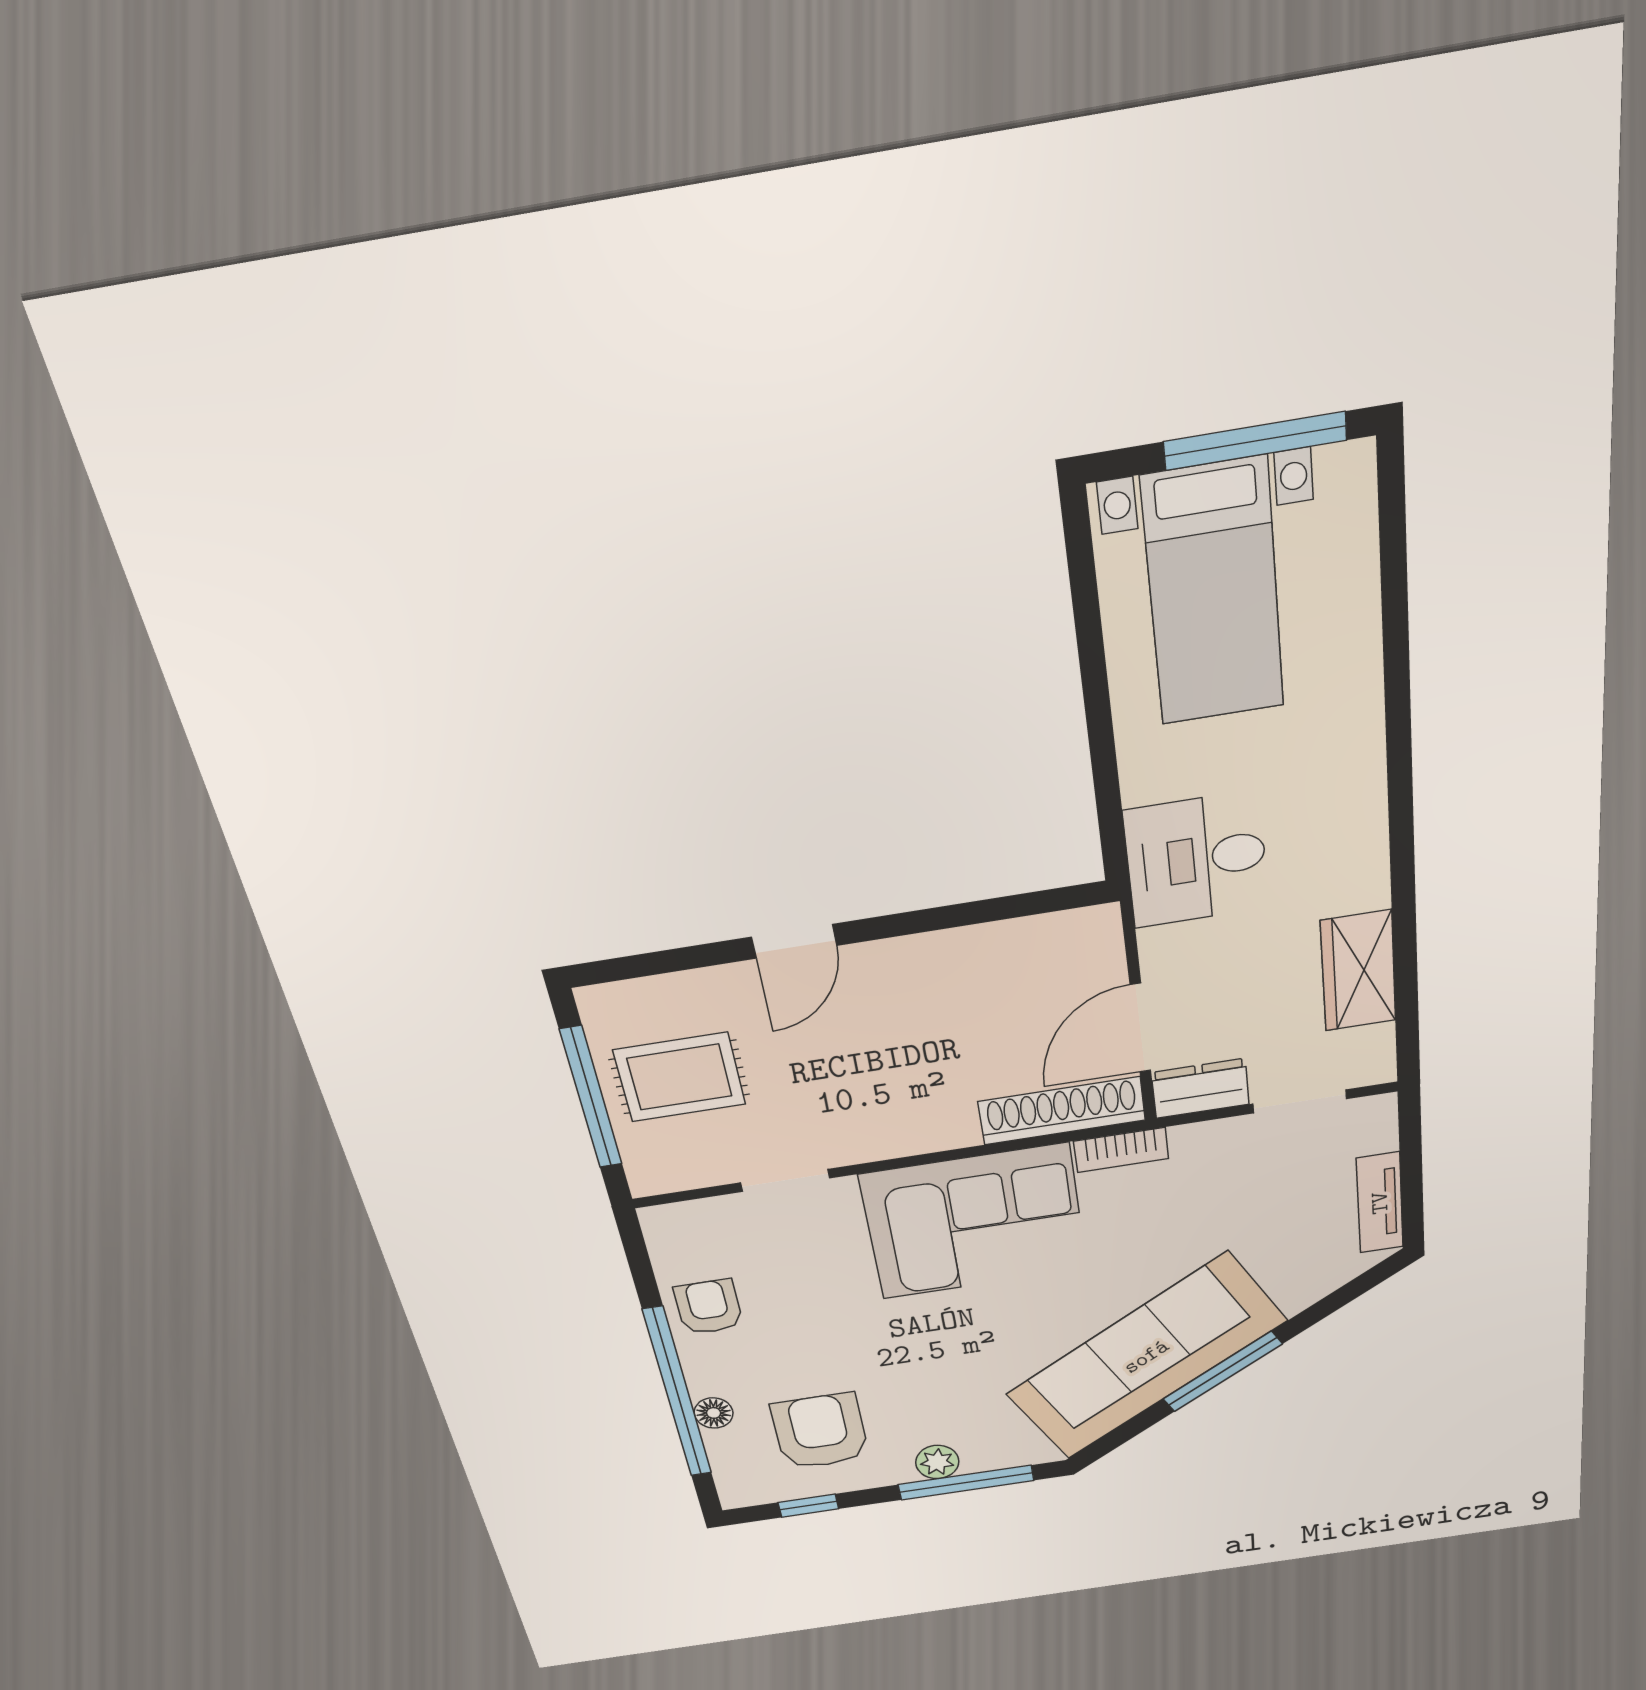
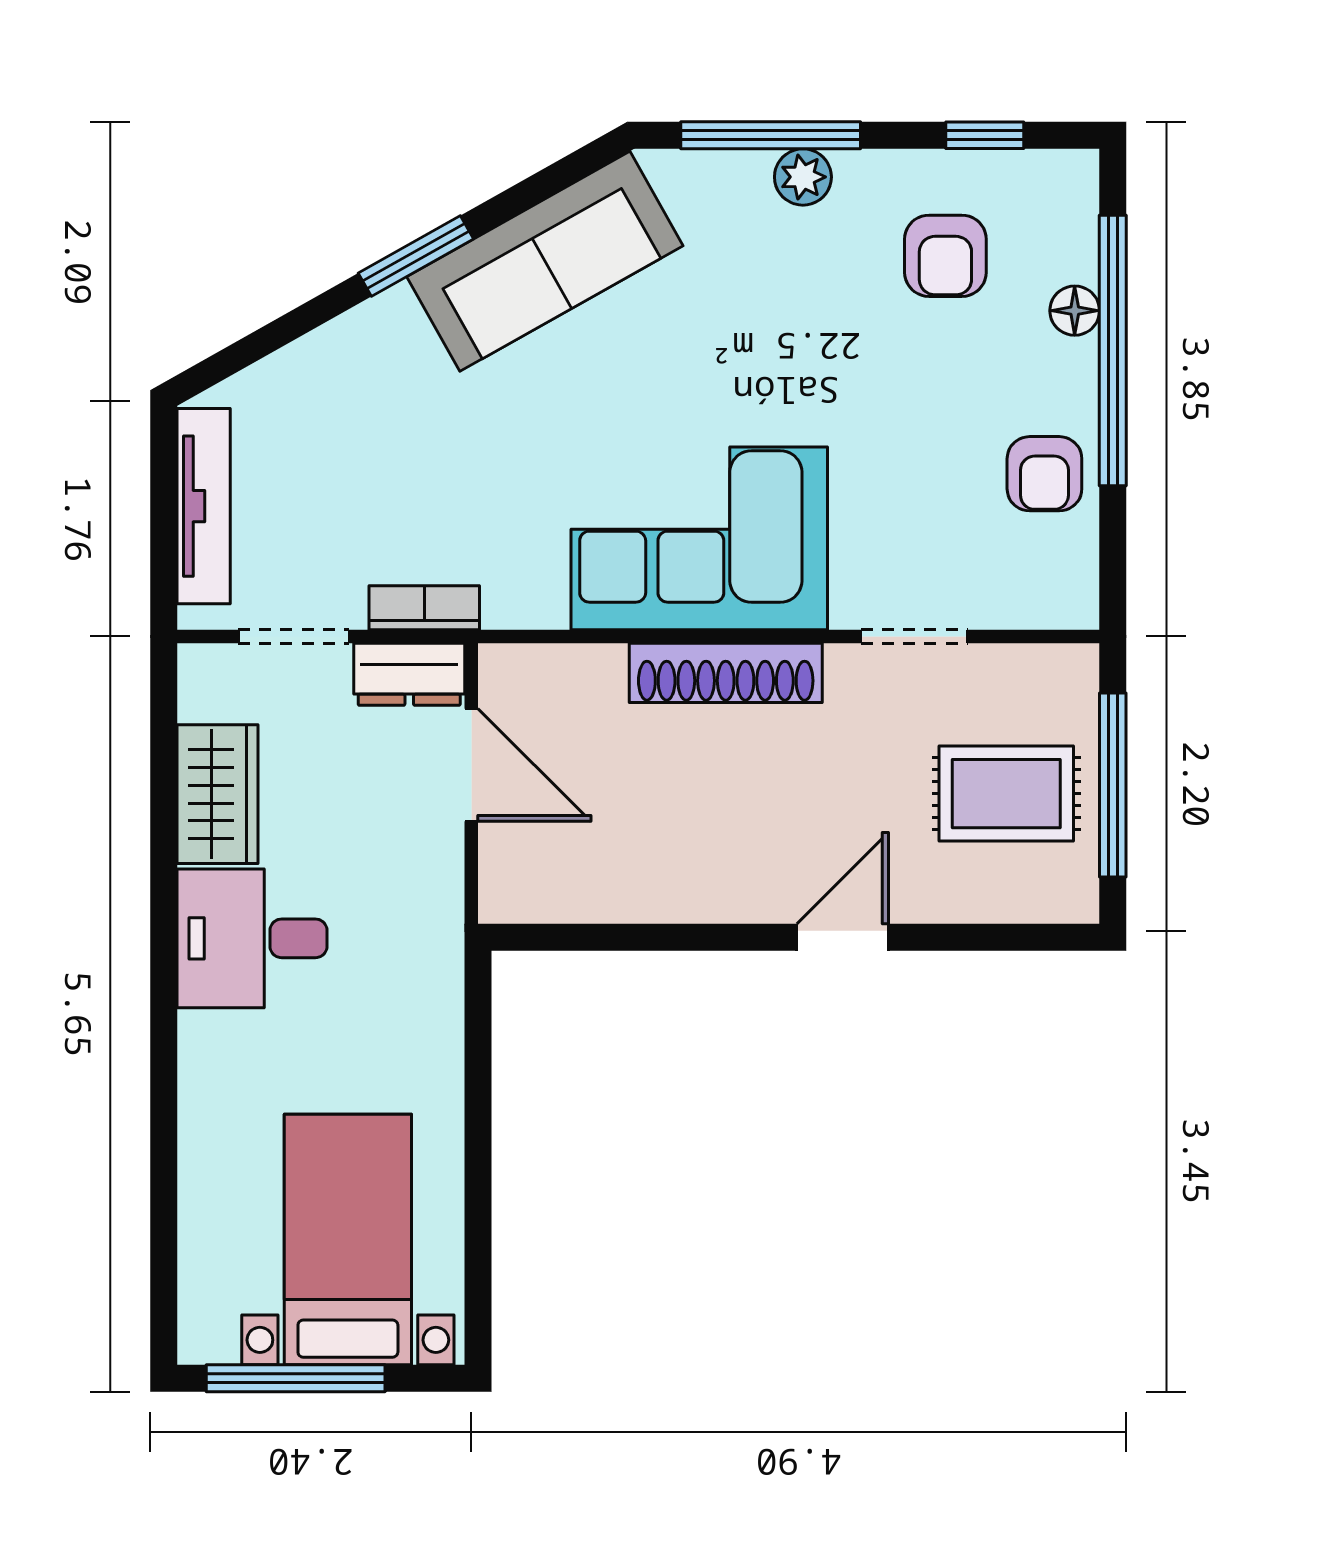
desk: (1196, 860) -> (252, 938), moved, turned 180
door: (1140, 1028) -> (471, 765), hinge flipped
shoe rack: (1062, 1111) -> (726, 673), moved
bookcase: (1121, 1150) -> (424, 608), moved
tv unit: (1380, 1203) -> (204, 506), width x1.41
sofa: (1146, 1357) -> (545, 261), width x0.74, depth x0.79
window: (1222, 1372) -> (416, 256), width x0.69
armchair: (820, 1431) -> (945, 256), width x0.72, depth x0.72

